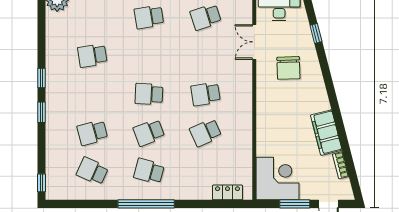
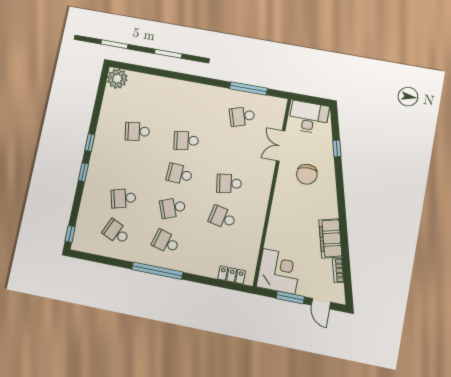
school desk: (149, 17) -> (186, 141), moved
school desk: (206, 133) -> (222, 217), turned 36

